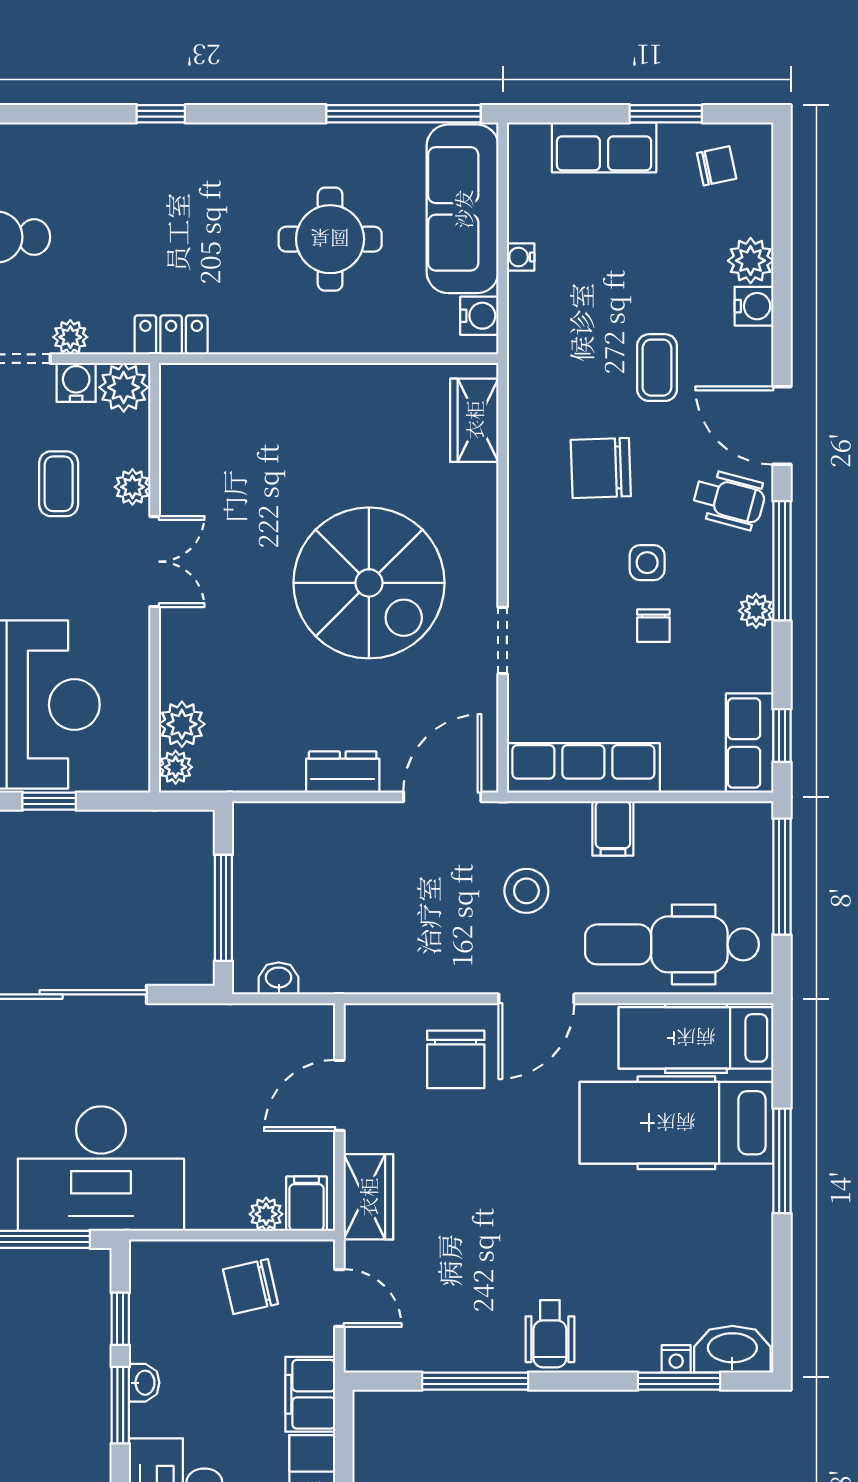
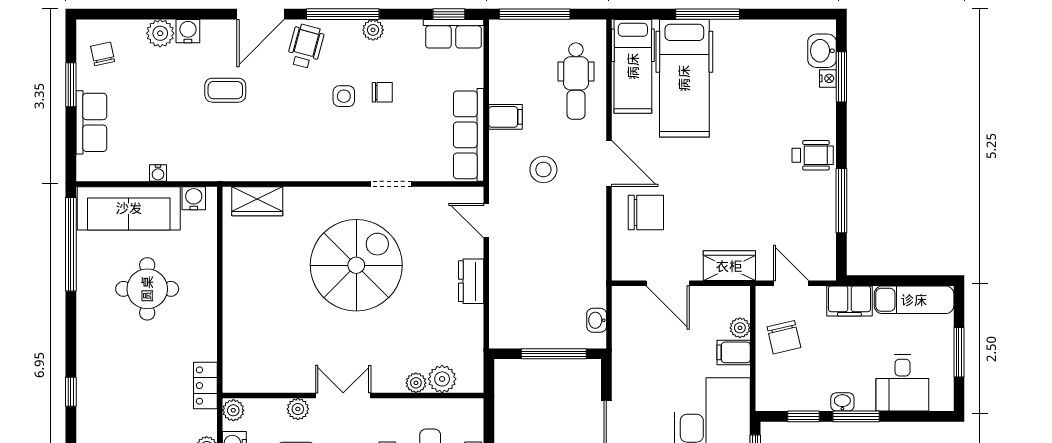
plant: (124, 387) -> (233, 410), width x0.73, depth x0.73
chair: (601, 468) -> (286, 124), removed
plant: (176, 767) -> (416, 383), moved
door: (442, 797) -> (486, 221), width x0.73
dental chair: (672, 944) -> (576, 81), width x0.73, depth x0.72
filing cabinet: (306, 1204) -> (734, 352), moved
door: (339, 1298) -> (791, 283), hinge flipped
washbasin: (732, 1349) -> (822, 51), width x0.72

